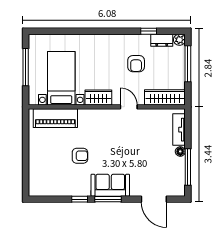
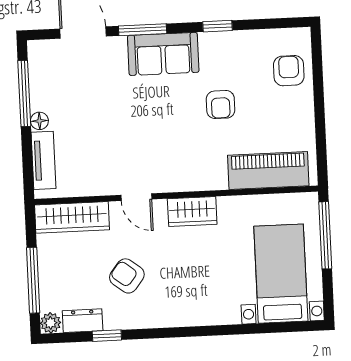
armchair: (136, 64) -> (127, 276), turned -52
window: (26, 67) -> (325, 235), moved
bed with nightstands: (61, 78) -> (281, 274), moved, turned 180
armchair: (80, 156) -> (221, 105), turned -90
armchair: (41, 173) -> (289, 71), added
window: (108, 199) -> (143, 30), moved

